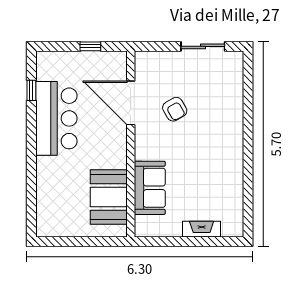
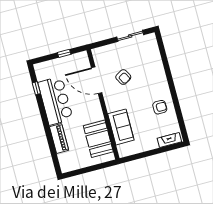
armchair: (220, 173) -> (160, 107), added
piano: (46, 180) -> (59, 139), added
fireplace: (202, 229) -> (169, 140), moved

